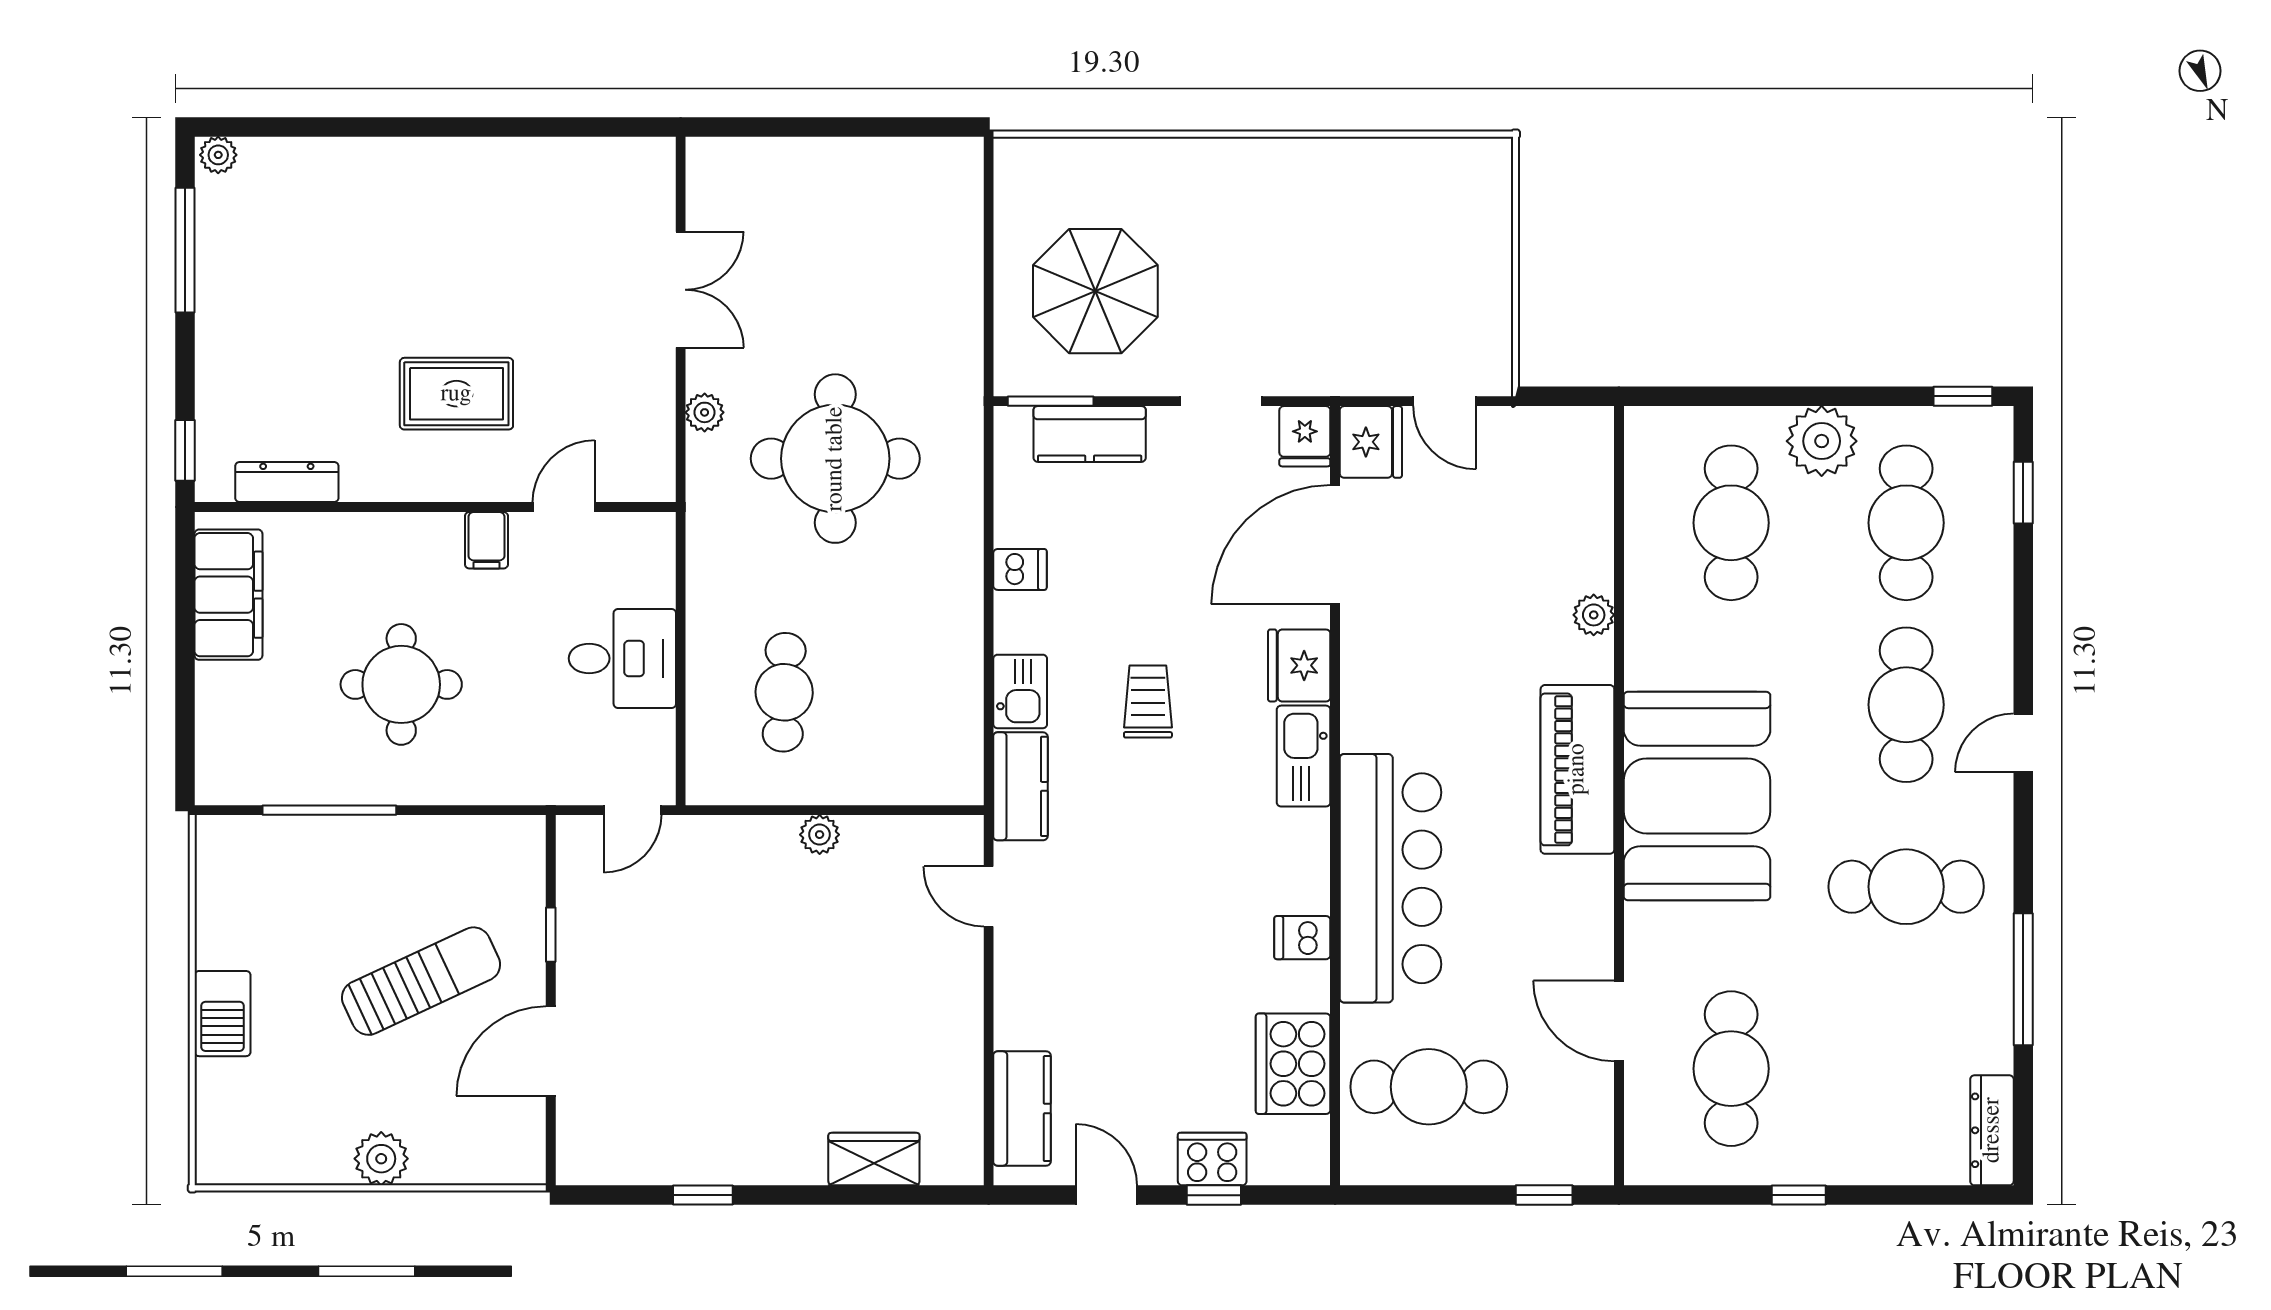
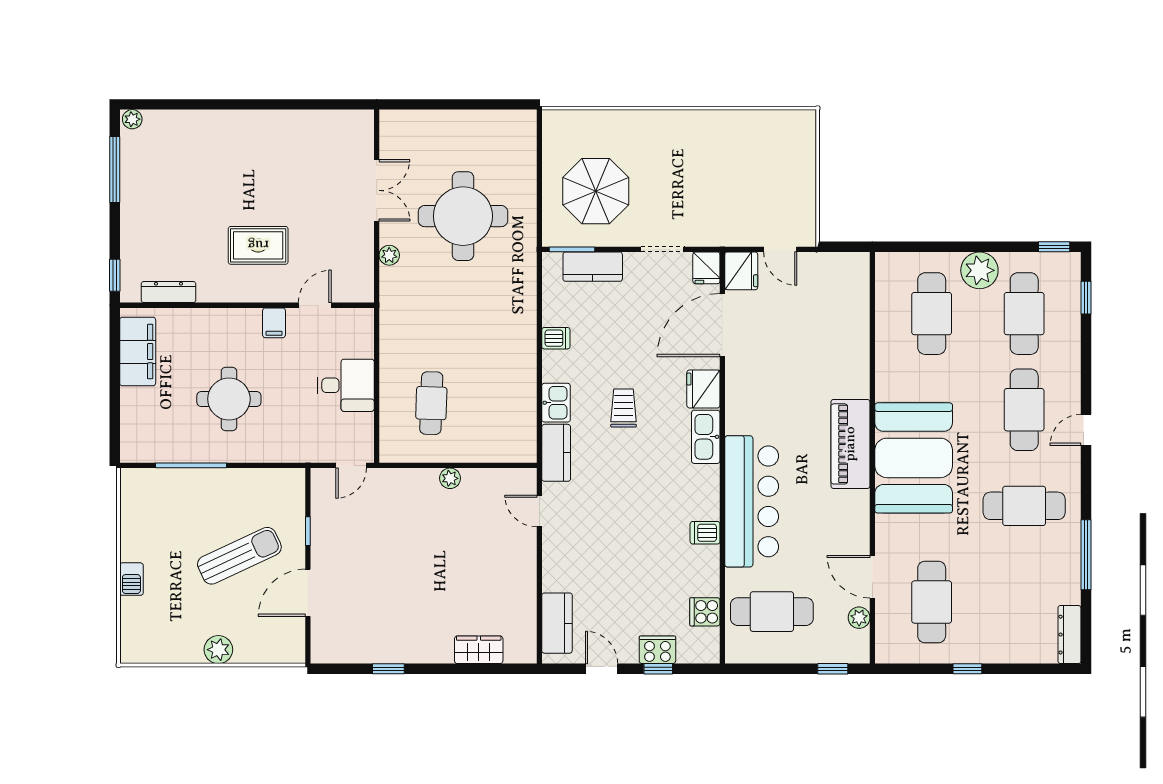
round table: (835, 459) -> (463, 216), moved
plant: (1594, 615) -> (859, 618), moved
barbecue: (223, 1014) -> (131, 579), width x0.73, depth x0.79
cooker: (1293, 1064) -> (705, 612), width x0.53, depth x0.76

